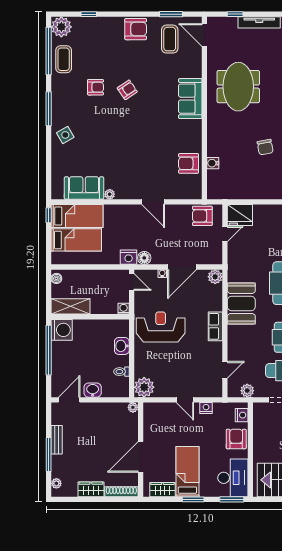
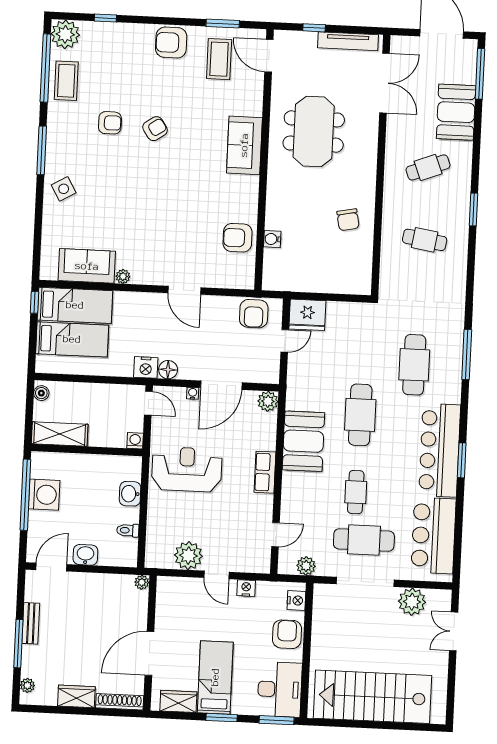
armchair: (136, 29) -> (171, 43), turned 180
armchair: (202, 216) -> (254, 314), turned -90
washing machine: (62, 330) -> (44, 495), moved
plant: (144, 387) -> (188, 556), moved

